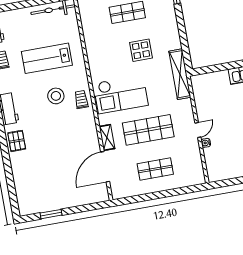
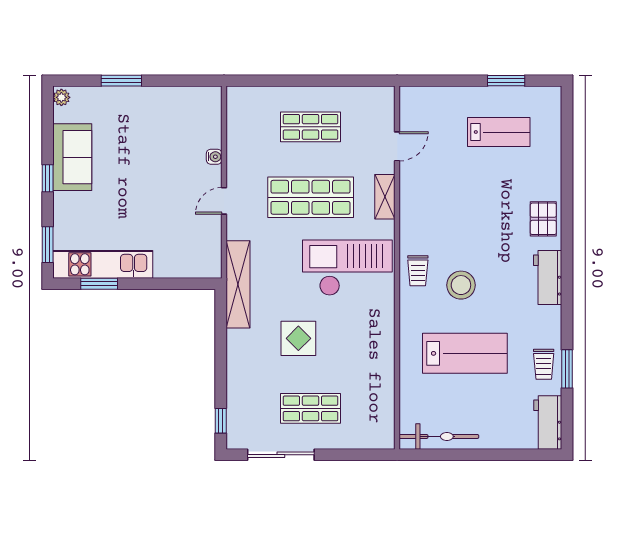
door: (198, 130) -> (224, 201), moved
door: (105, 167) -> (397, 146), width x0.53
lab bench: (50, 185) -> (499, 132), added

